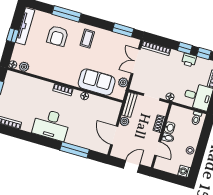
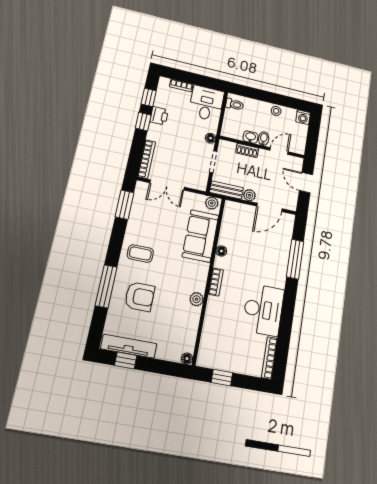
window: (13, 35) -> (126, 361), moved
plant: (24, 67) -> (196, 299), moved
plant: (123, 82) -> (212, 203), moved
desk: (51, 125) -> (263, 310), moved

